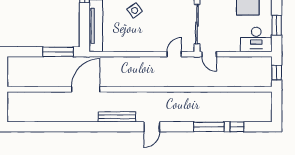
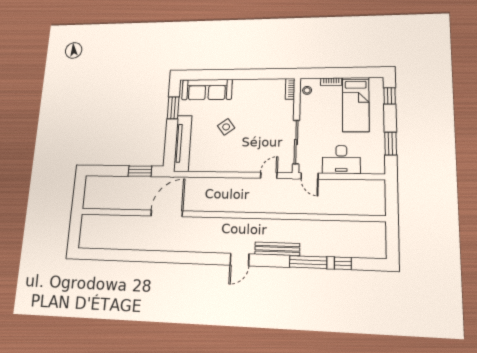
desk: (256, 39) -> (341, 159), moved
window: (58, 52) -> (140, 171), width x0.69
window: (277, 73) -> (392, 199), removed
bench: (117, 117) -> (277, 249), moved

